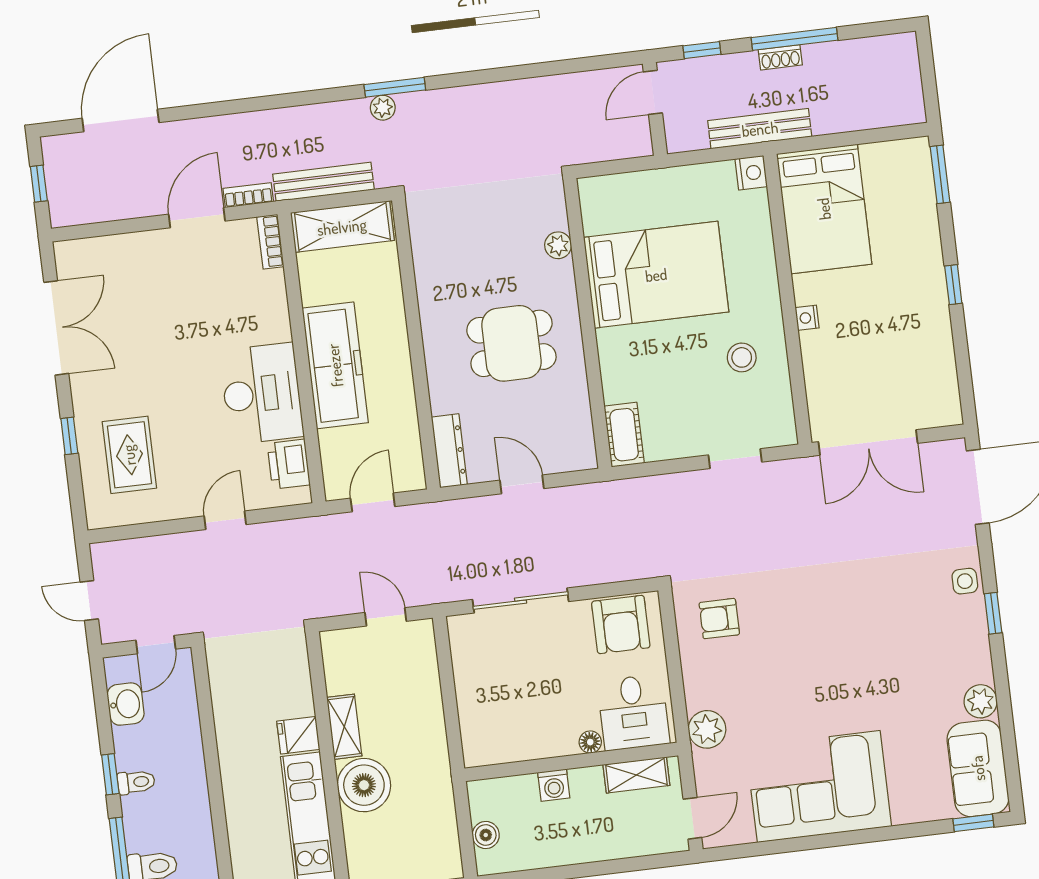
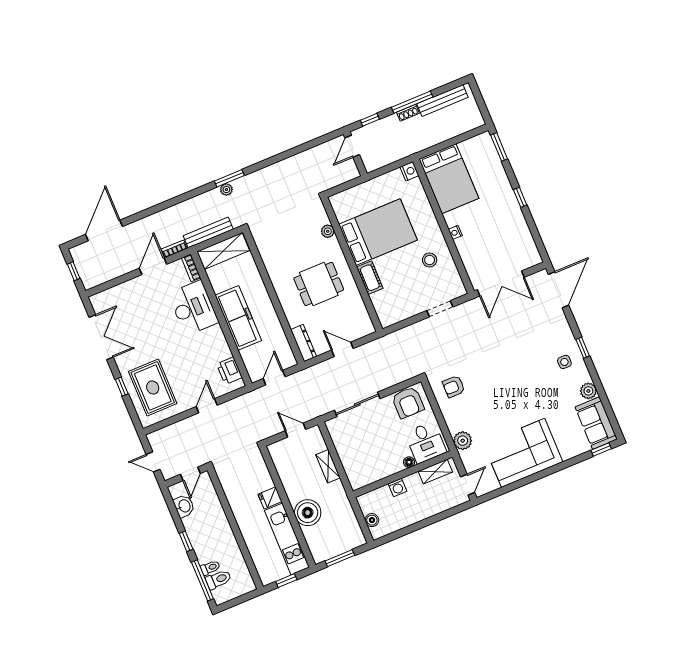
bench: (760, 129) -> (442, 101), moved
desk: (262, 394) -> (193, 308), moved
cot: (624, 435) -> (370, 278), moved
rug: (129, 455) -> (153, 388), width x1.36, depth x1.43
side table: (965, 581) -> (564, 362), moved
shelving: (344, 727) -> (328, 466), moved
toilet: (136, 782) -> (210, 568), moved

